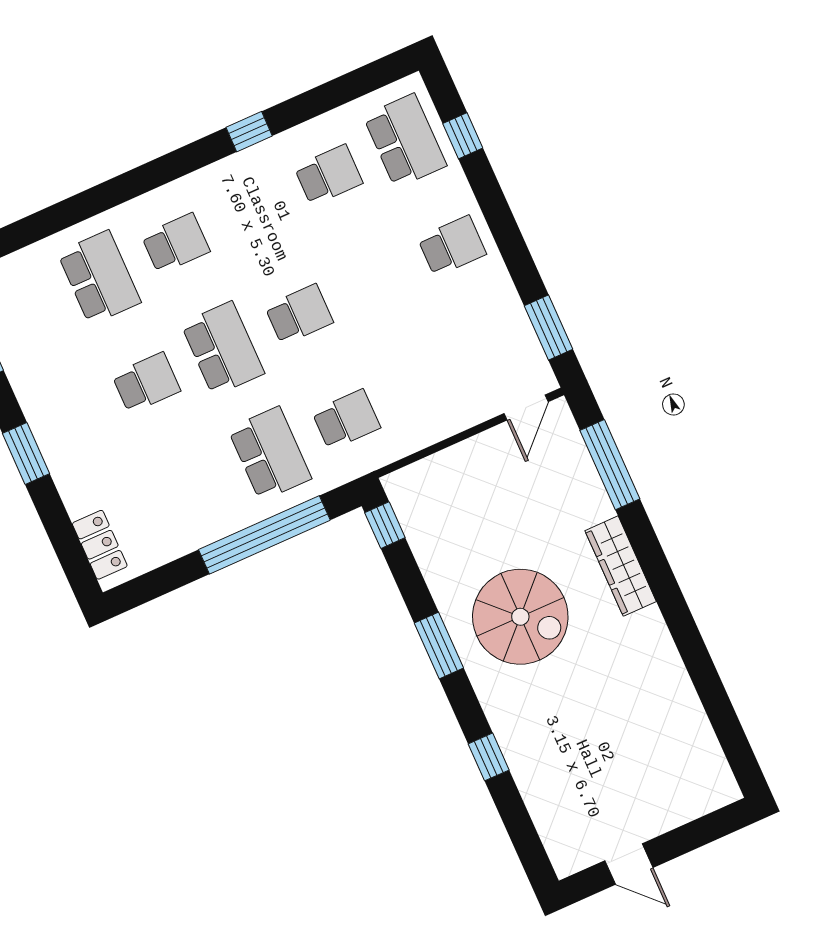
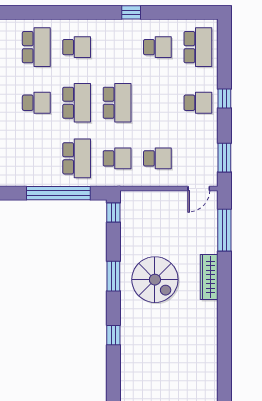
window: (463, 136) -> (224, 98), moved
school desk: (299, 314) -> (117, 103), width x1.85
school desk: (423, 385) -> (157, 158), added

